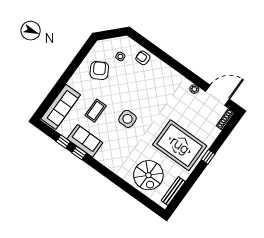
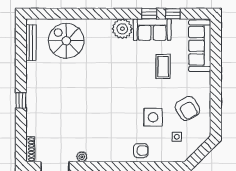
armchair: (143, 58) -> (141, 151), moved
side table: (128, 119) -> (153, 117), moved
rug: (180, 145) -> (57, 92), removed
plant: (105, 156) -> (122, 29), added

